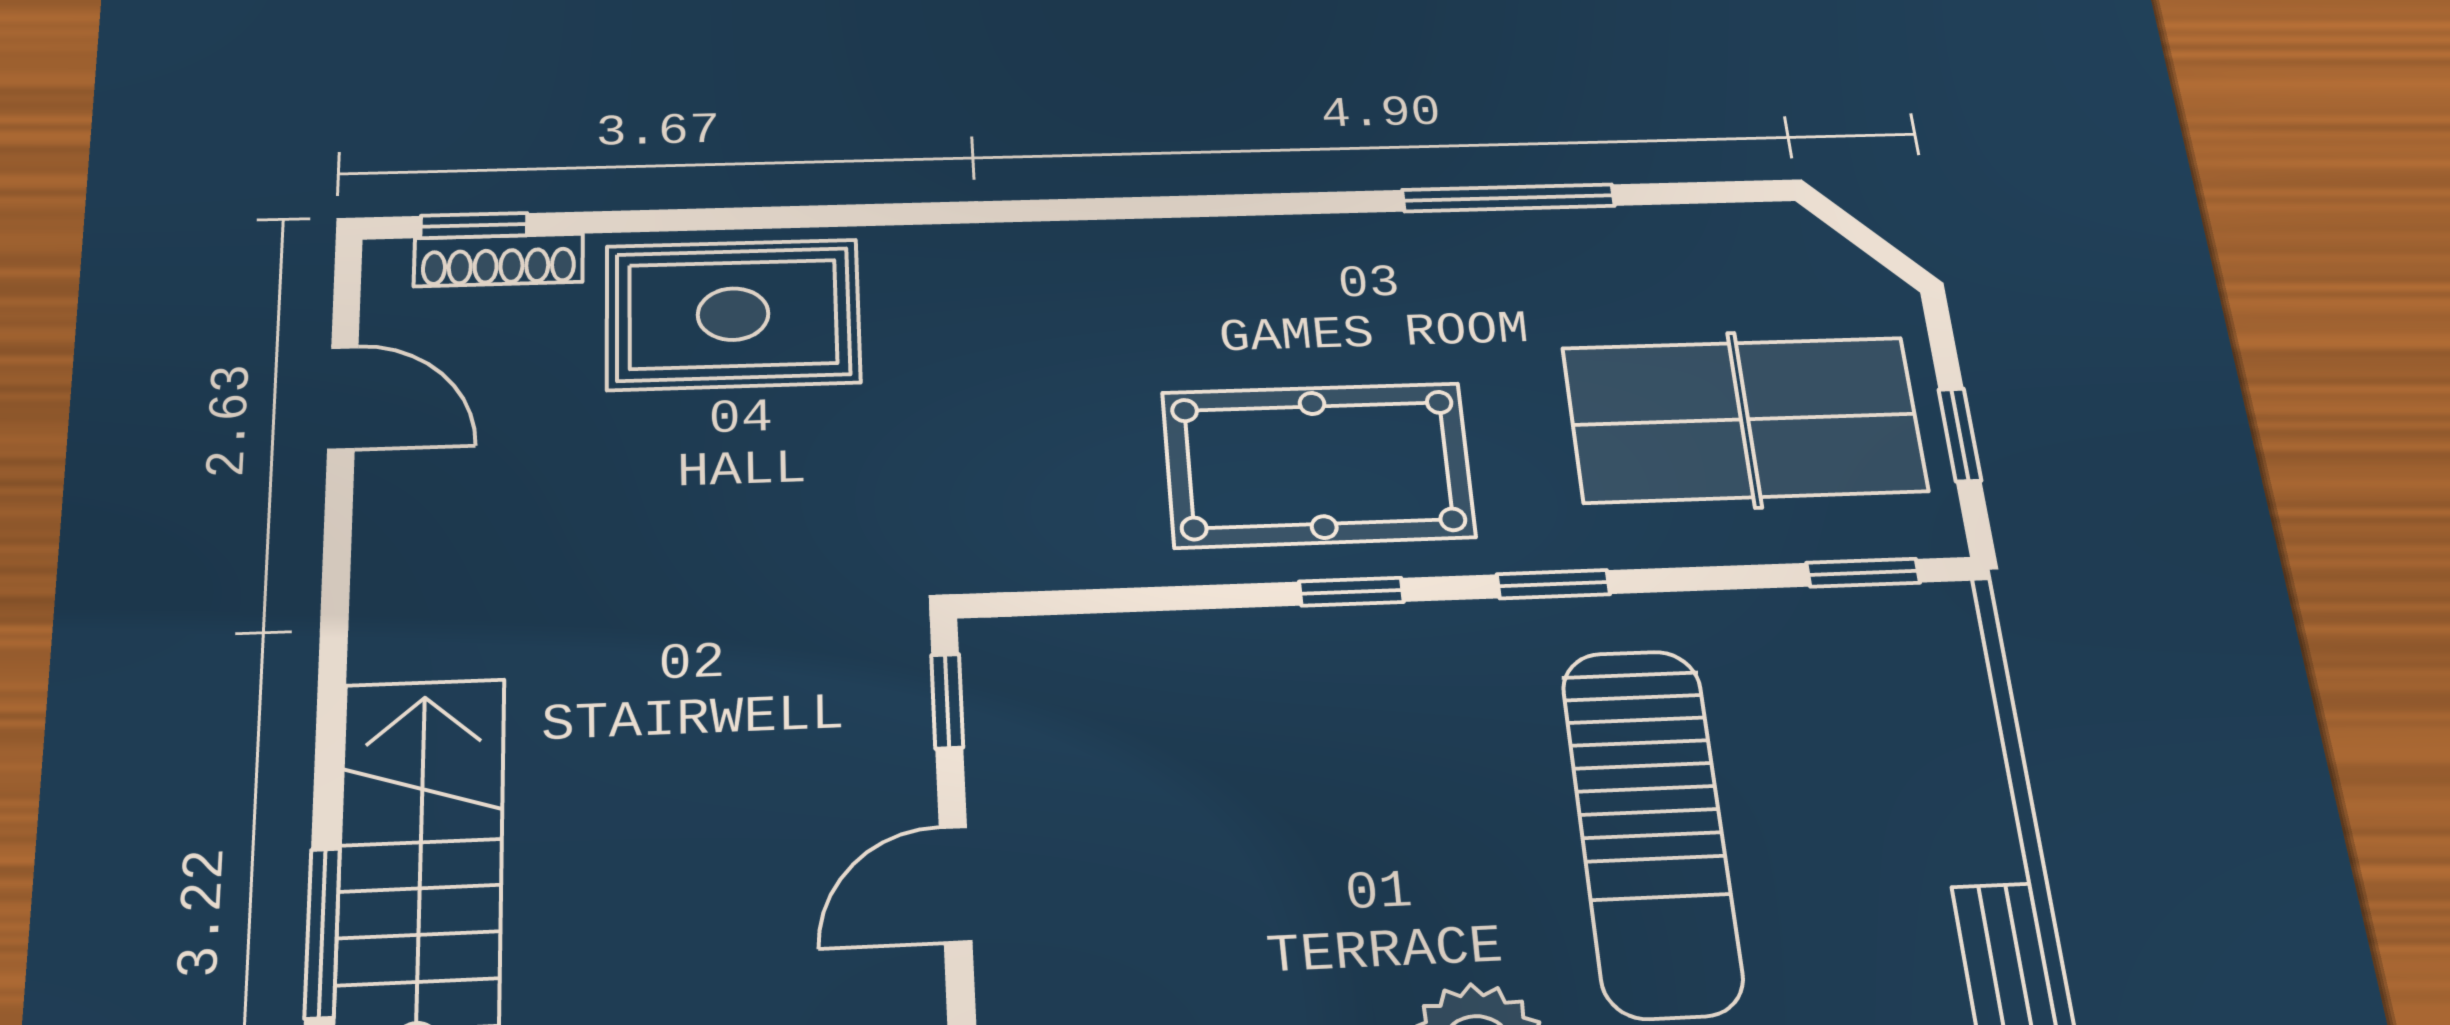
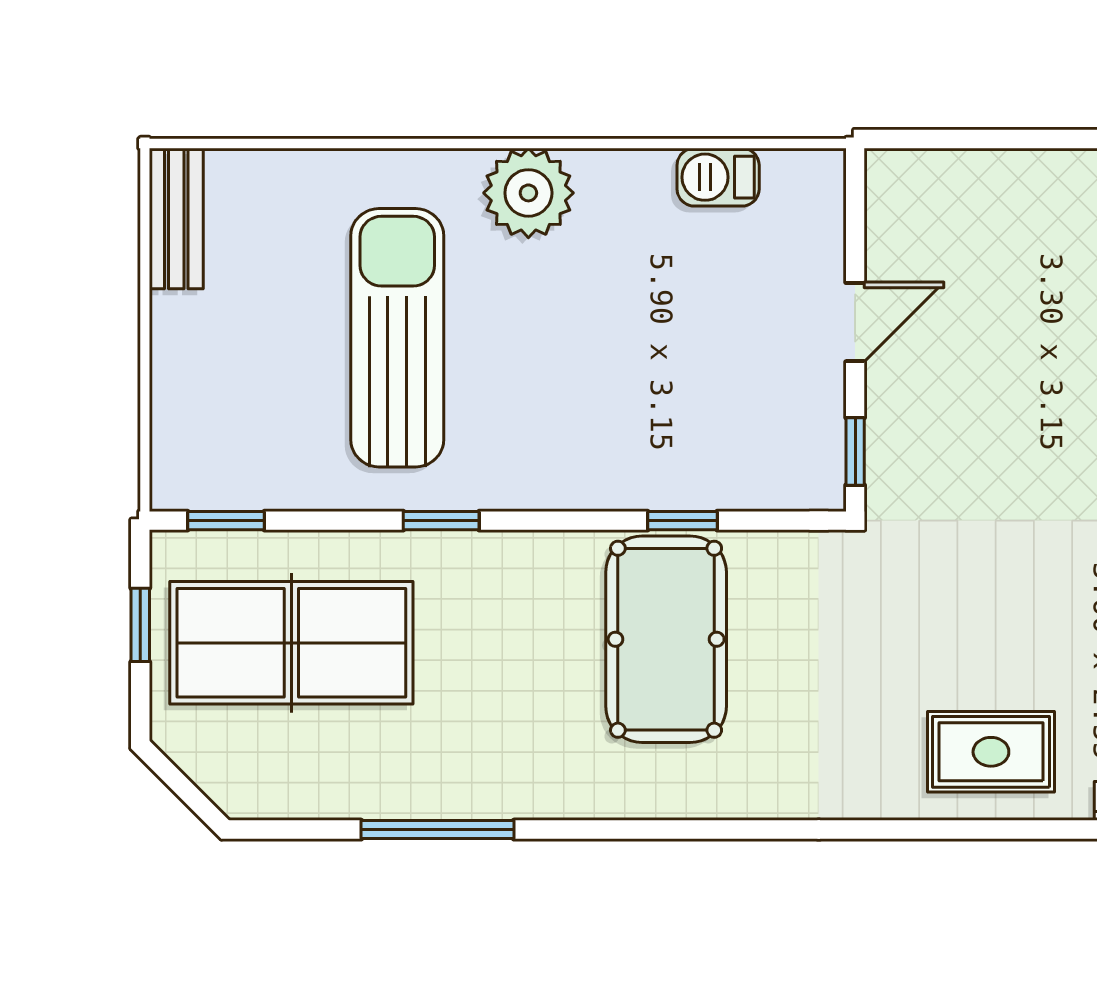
rug: (733, 314) -> (991, 752), width x0.73, depth x0.70
pool table: (1318, 465) -> (666, 639), moved, turned 90
window: (1351, 592) -> (682, 521), moved

